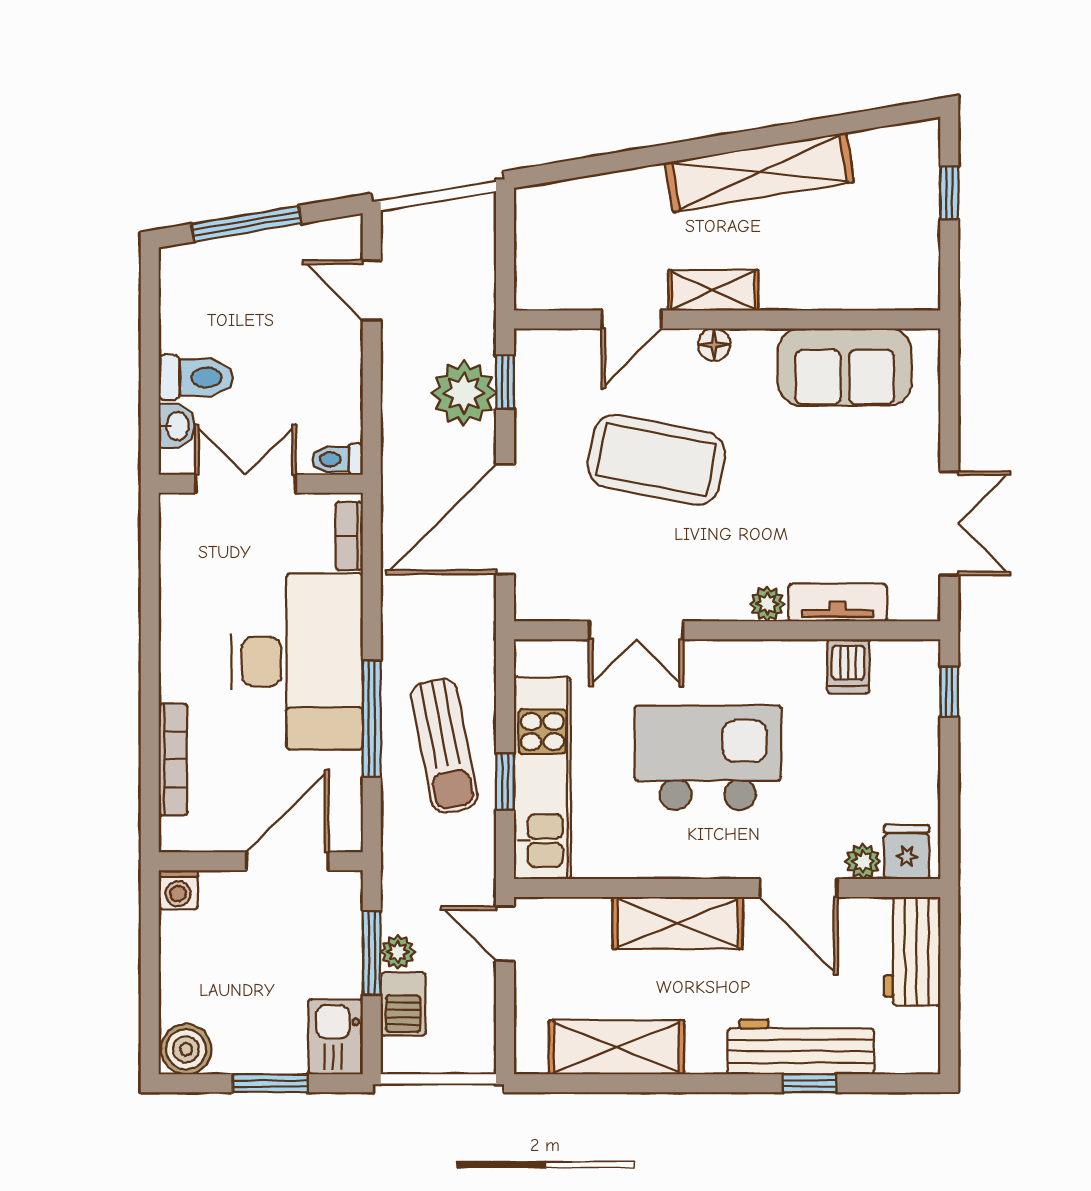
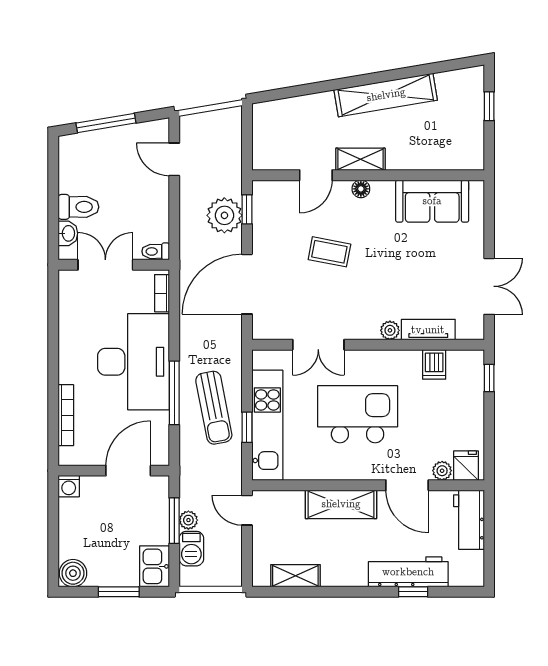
coffee table: (656, 460) -> (329, 252), width x0.54, depth x0.58
shelving: (616, 1047) -> (295, 576), width x0.67, depth x0.75

